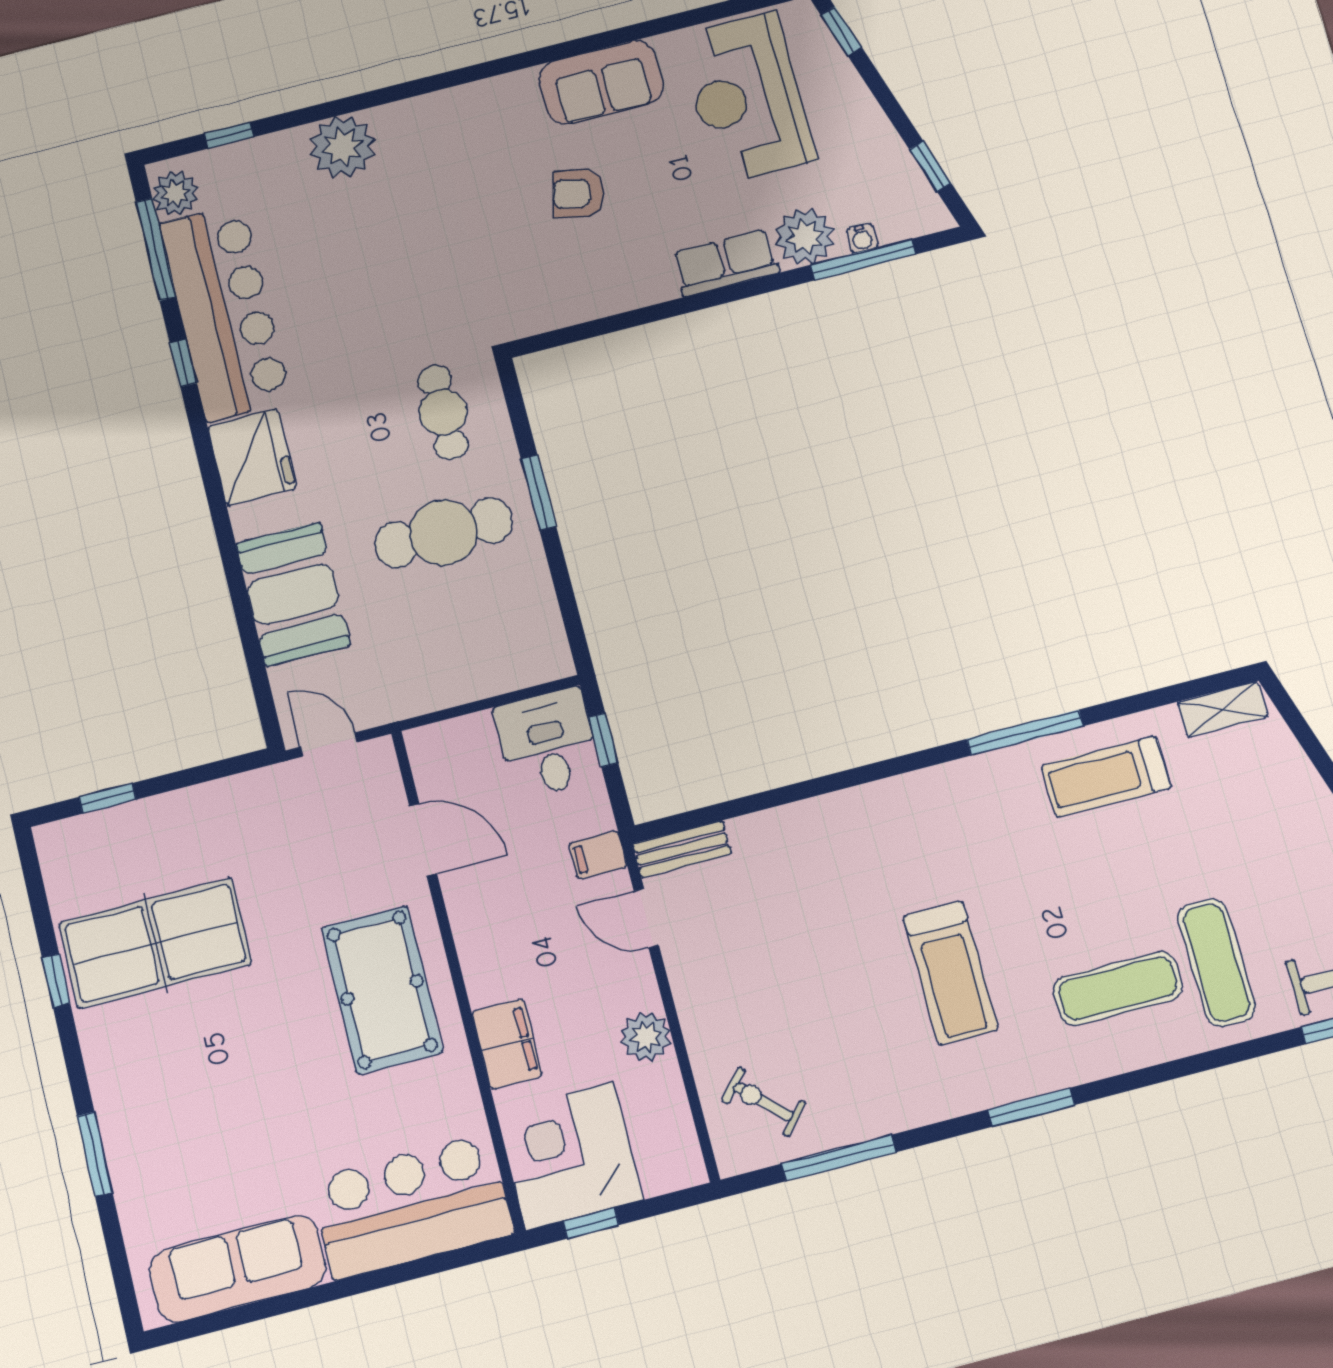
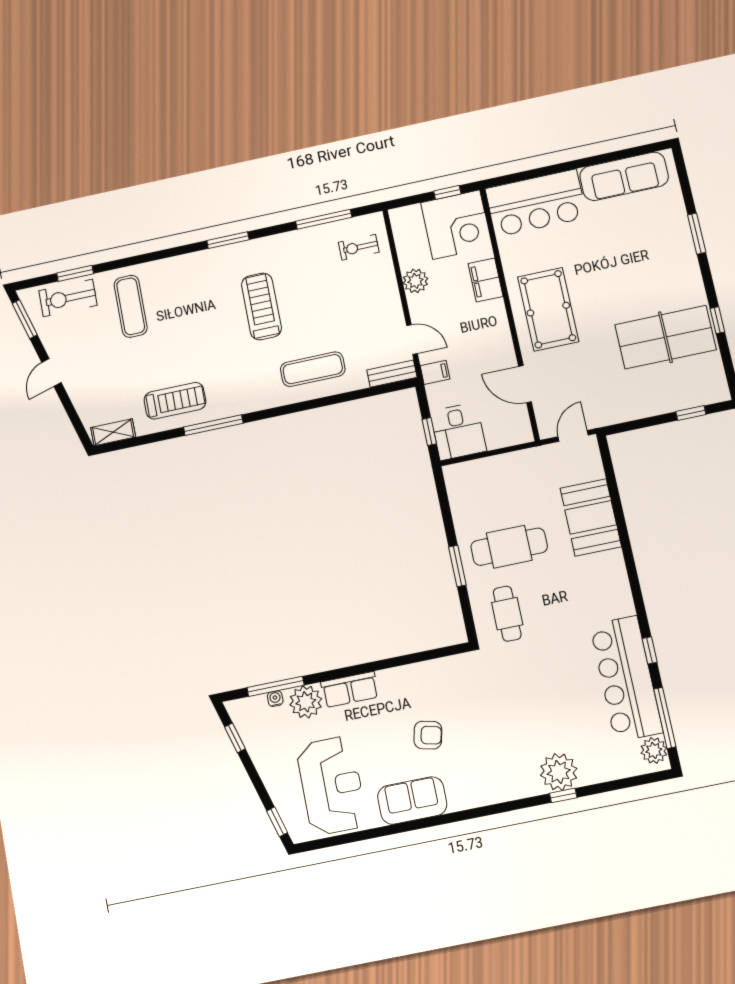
window: (229, 135) -> (563, 795), moved
fridge: (252, 457) -> (612, 594), removed
door: (329, 745) -> (573, 436), swing flipped
exercise mat: (1118, 988) -> (313, 369), moved
exercise bike: (764, 1102) -> (359, 247), turned 137

